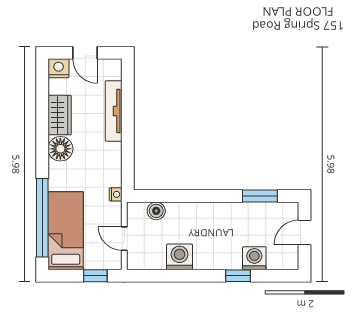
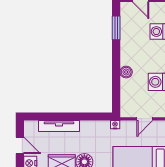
door: (85, 53) -> (20, 145), hinge flipped
boiler: (156, 211) -> (126, 72), moved

